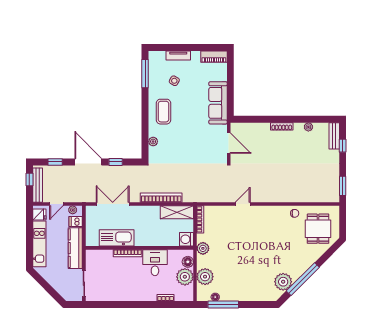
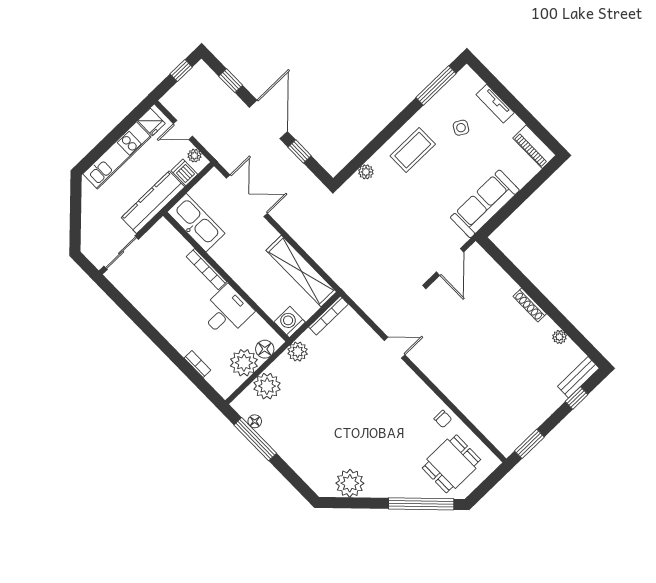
bench: (38, 185) -> (184, 87), removed
bookcase: (161, 198) -> (309, 245), removed
shelving: (177, 212) -> (301, 271), width x1.47
kitchen sink: (117, 238) -> (196, 223), moved
window: (303, 279) -> (421, 504), moved

